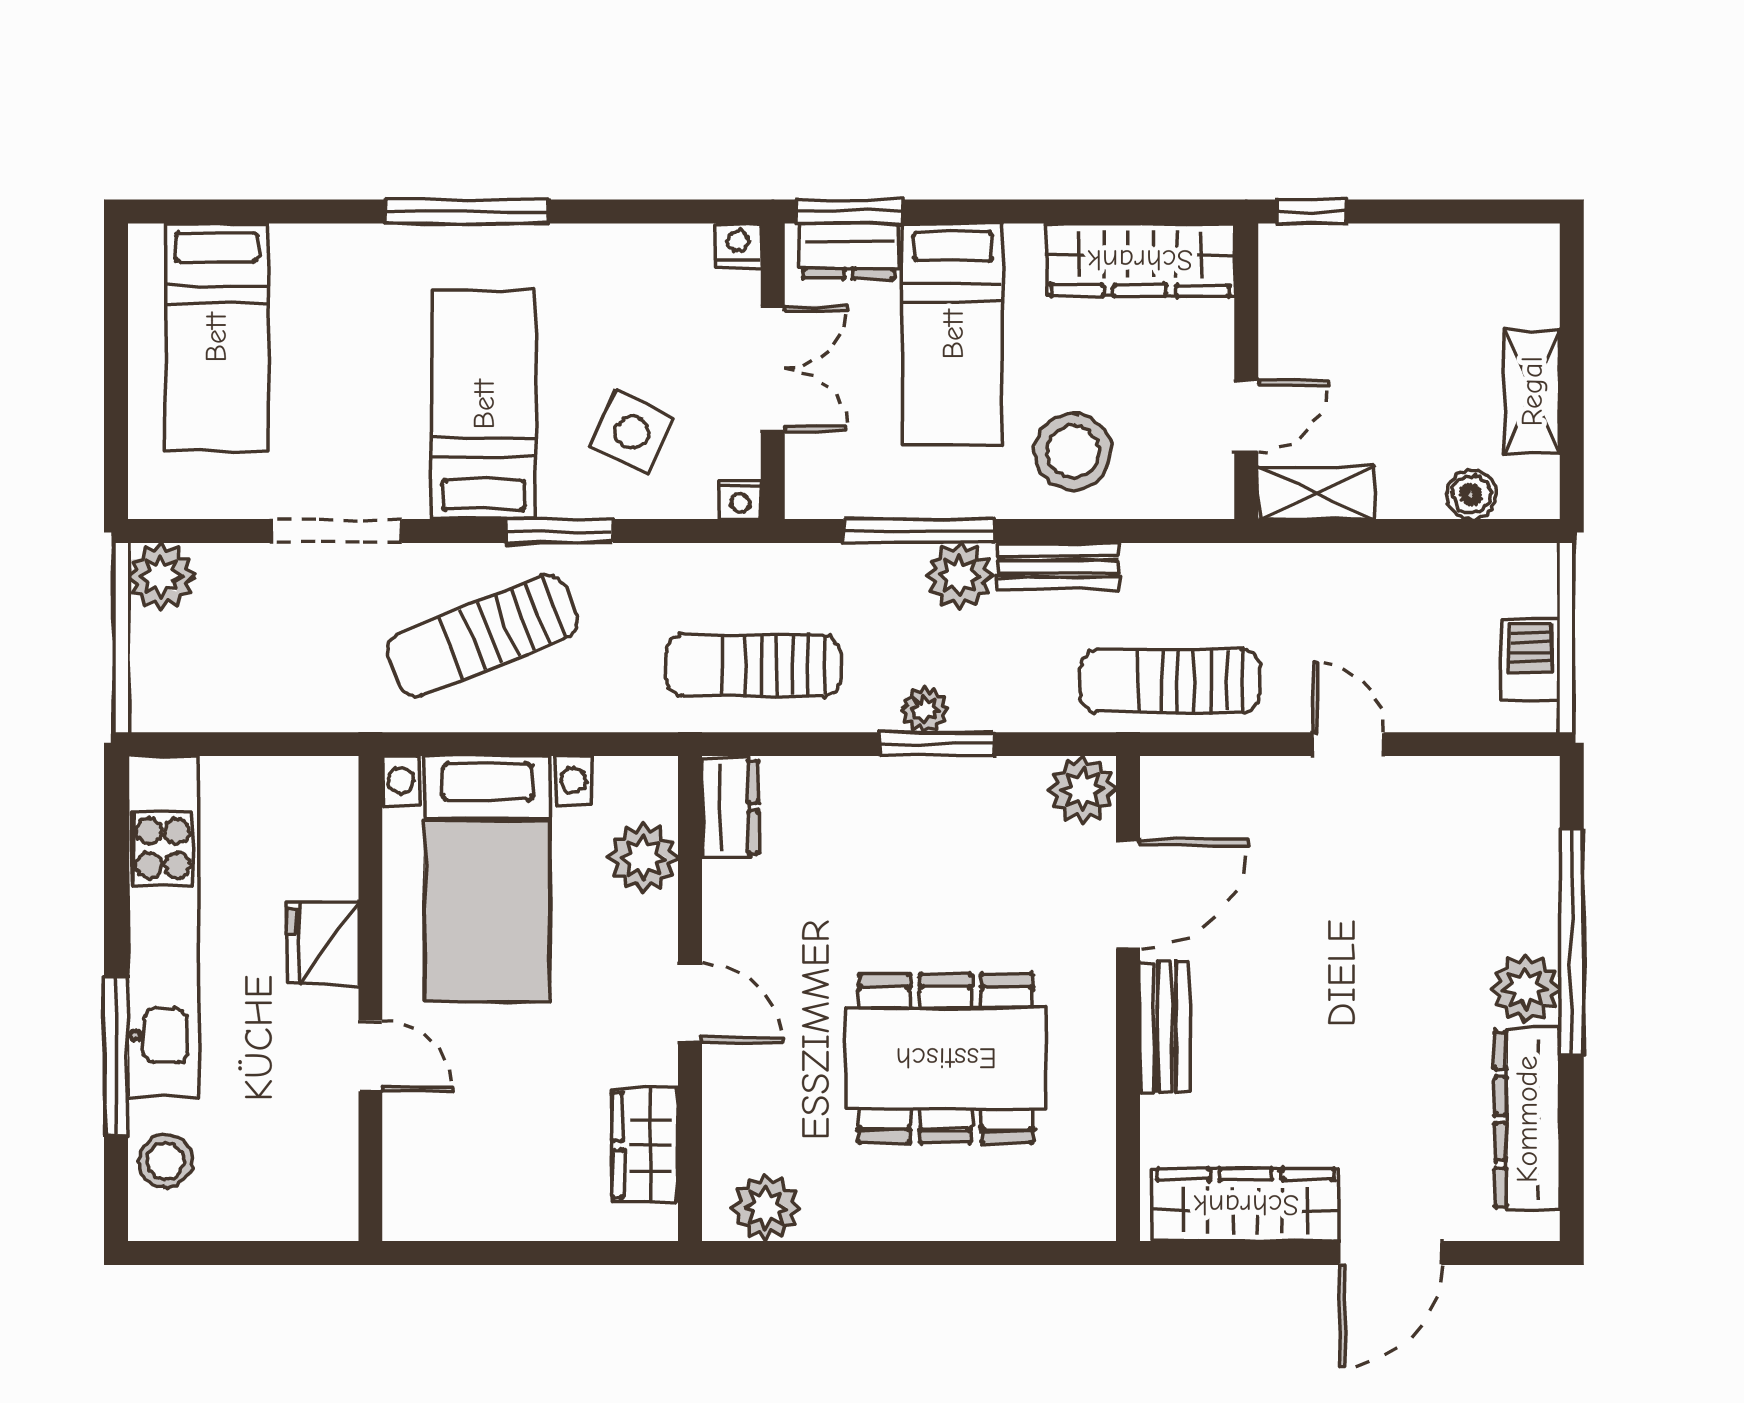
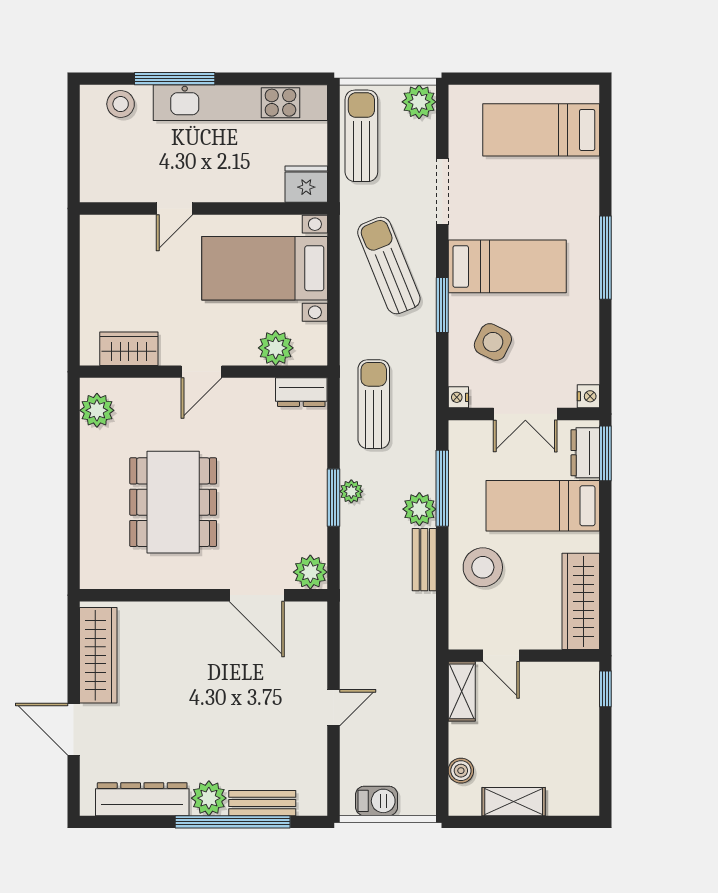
sun lounger: (1170, 681) -> (361, 136), moved
fridge: (323, 943) -> (306, 184), moved
bench: (1165, 1027) -> (262, 803), moved

